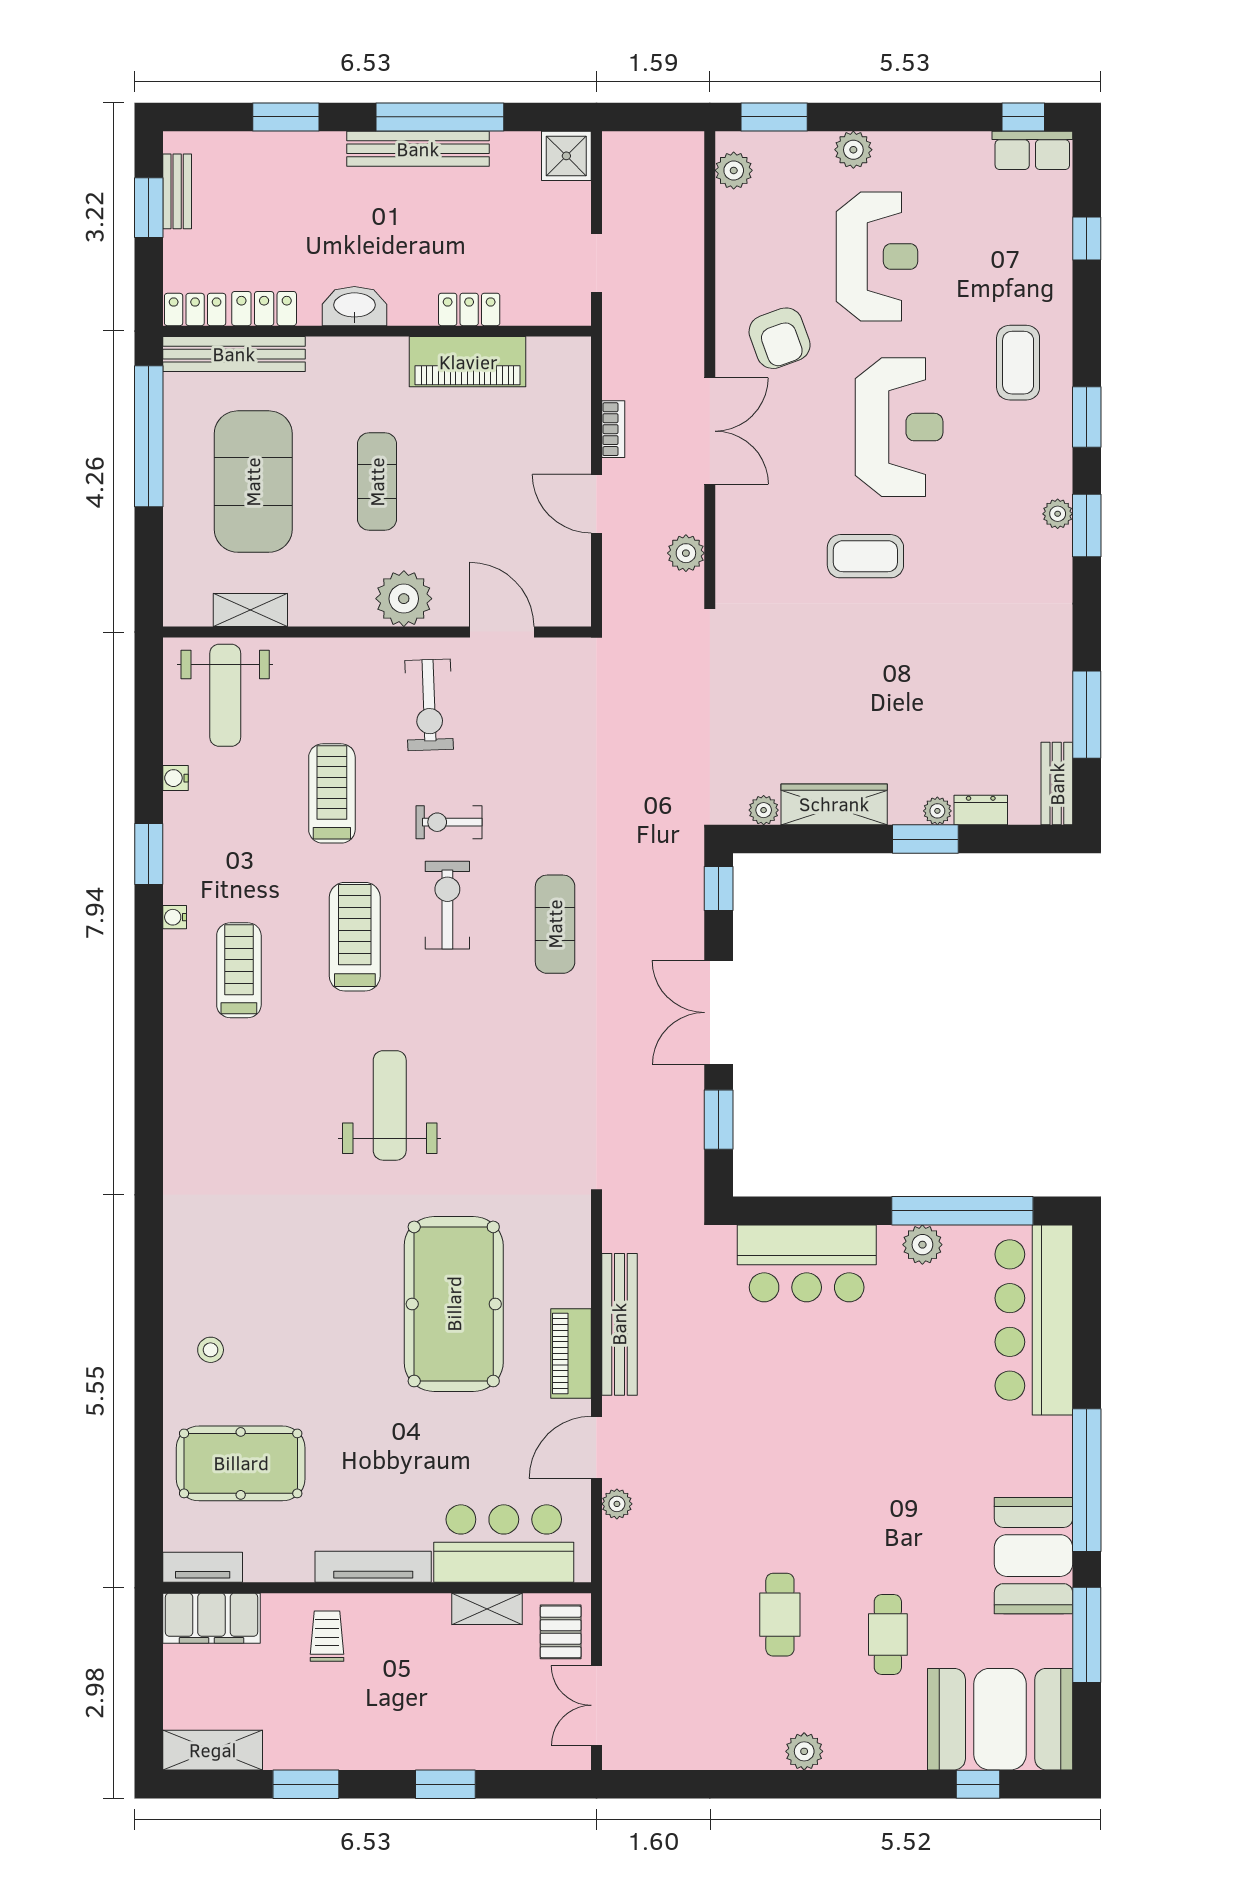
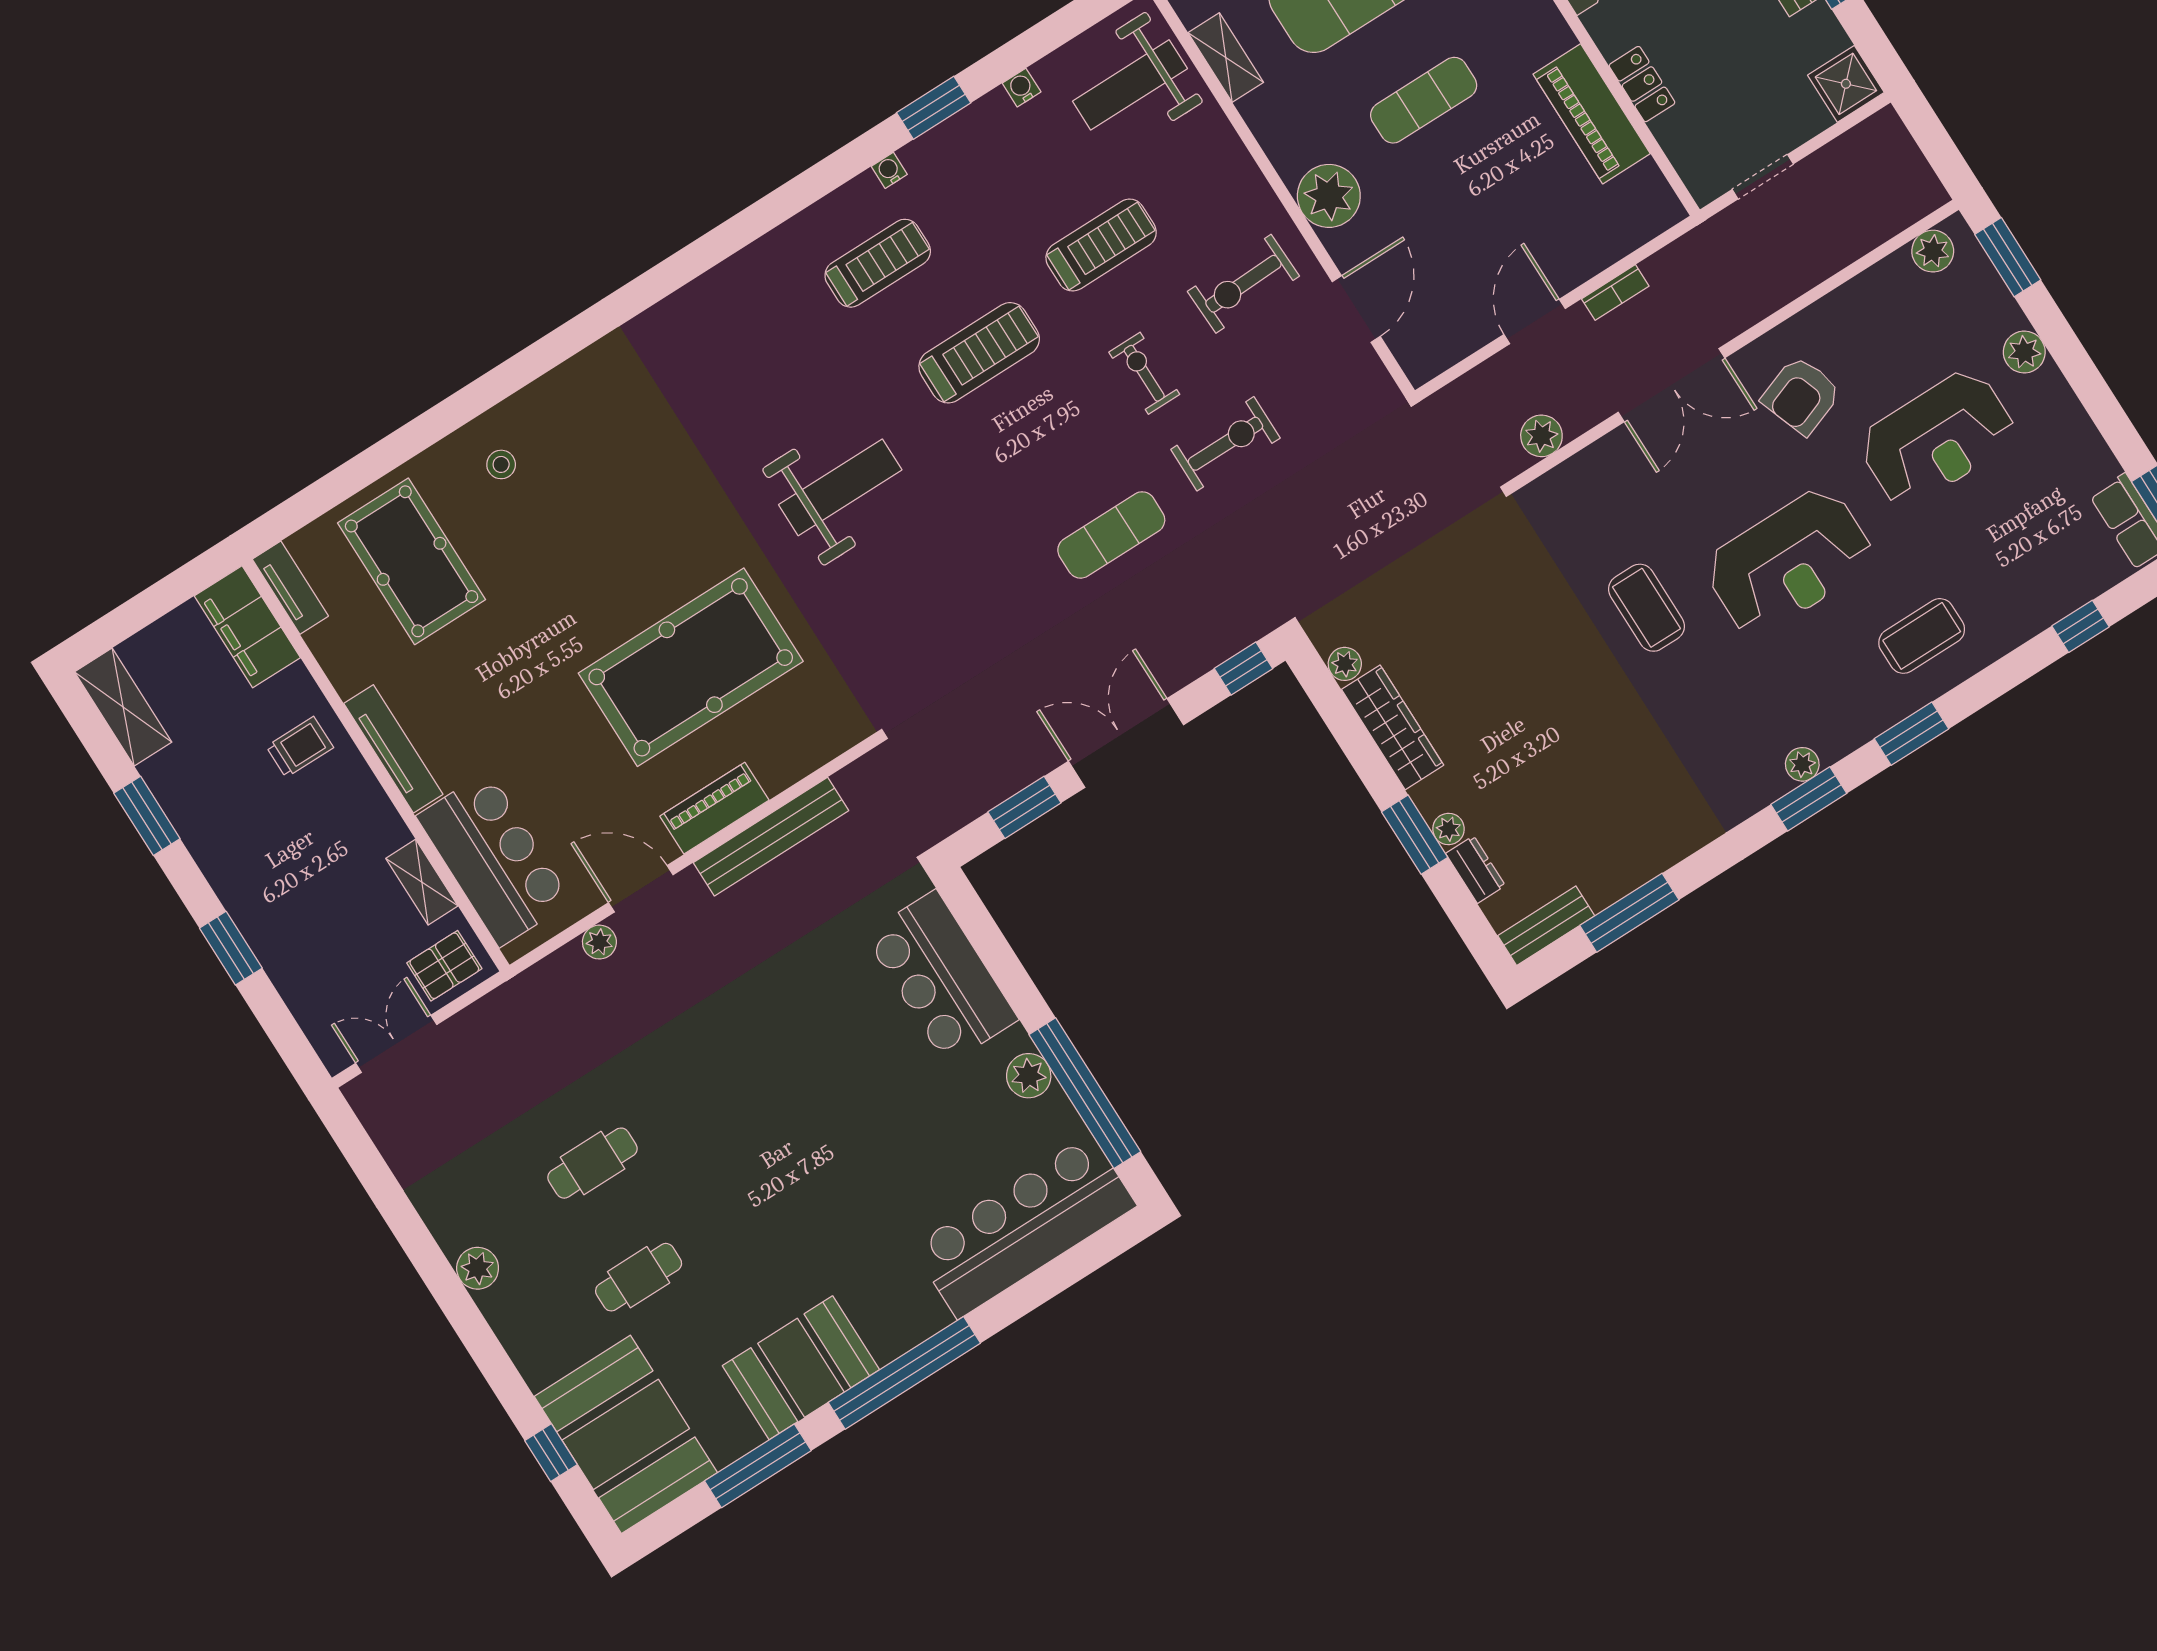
exercise bike: (447, 905) -> (1225, 444), moved

